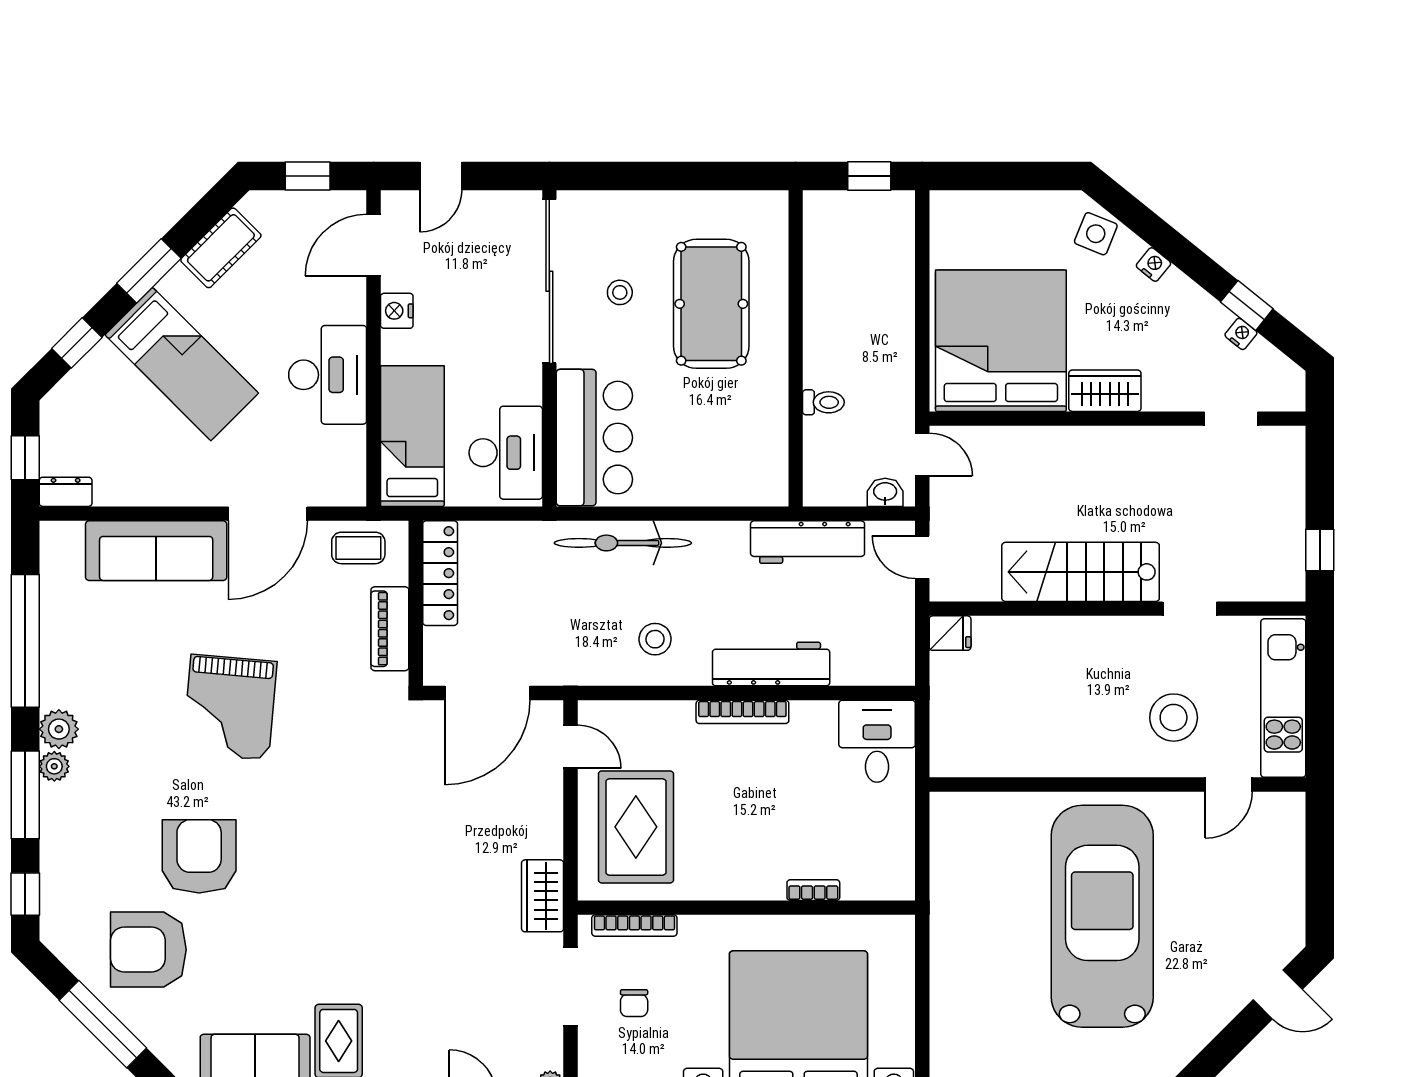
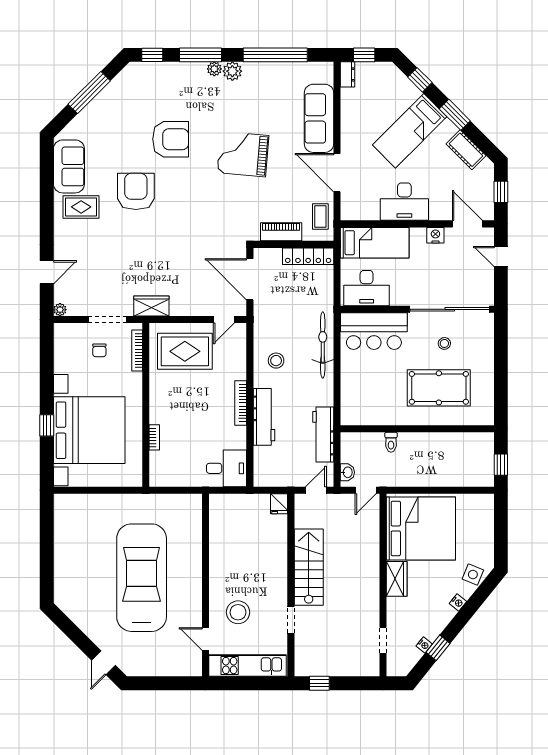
car: (1102, 916) -> (142, 578), turned -90
armchair: (148, 950) -> (136, 191), moved
chair: (634, 1003) -> (99, 350), turned -90

